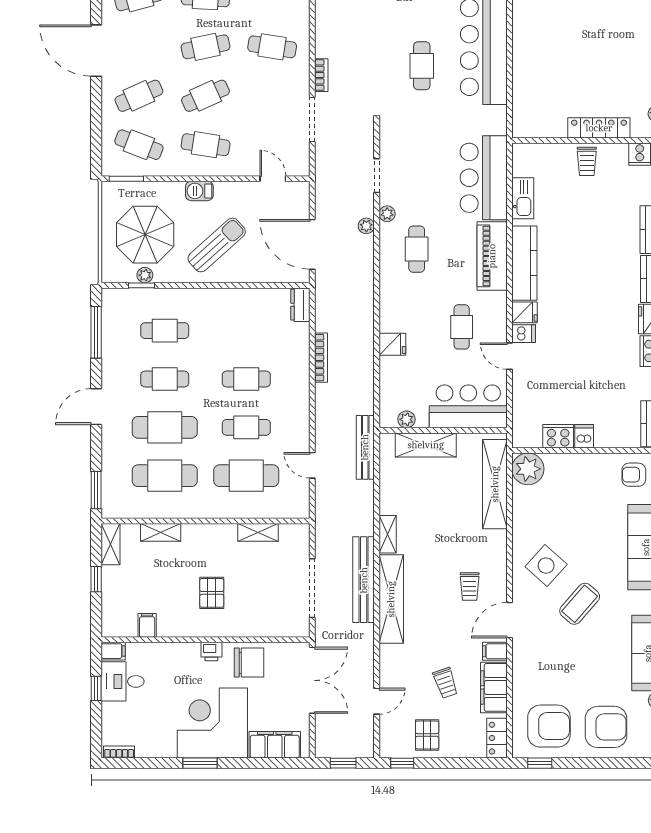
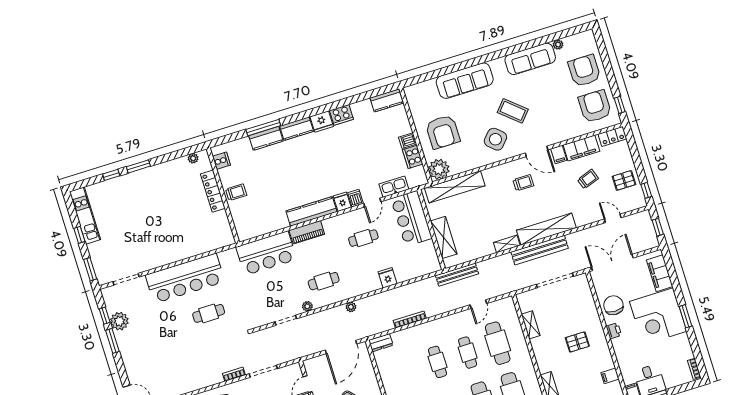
kitchen sink: (523, 198) -> (394, 187), moved
plant: (366, 226) -> (351, 307), moved
piano: (492, 256) -> (307, 232), width x0.73, depth x0.75
plant: (406, 419) -> (432, 254), removed
armchair: (634, 475) -> (443, 132), moved, width x1.88, depth x1.88

